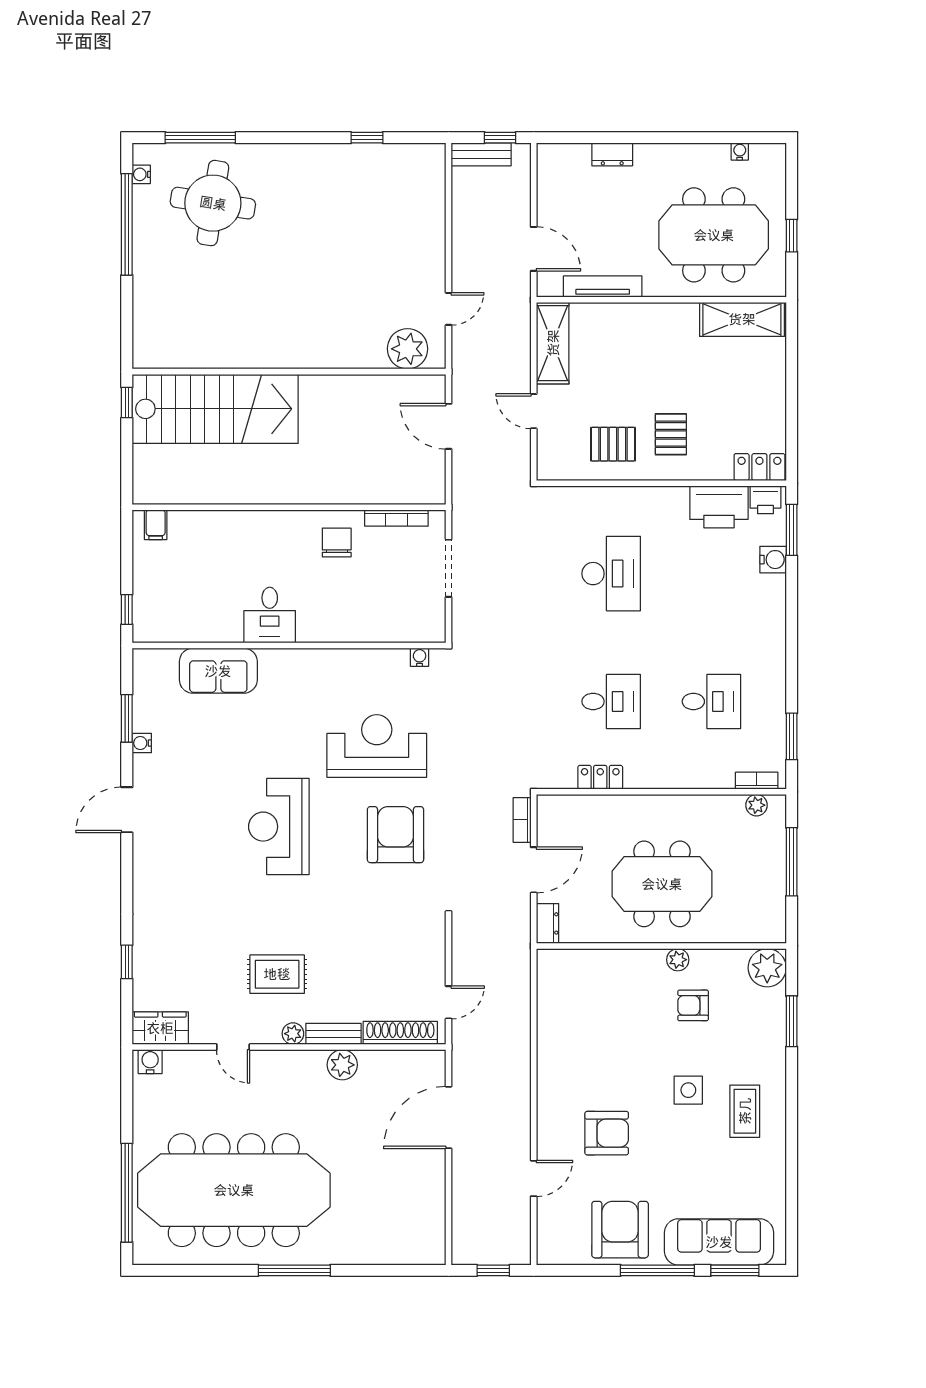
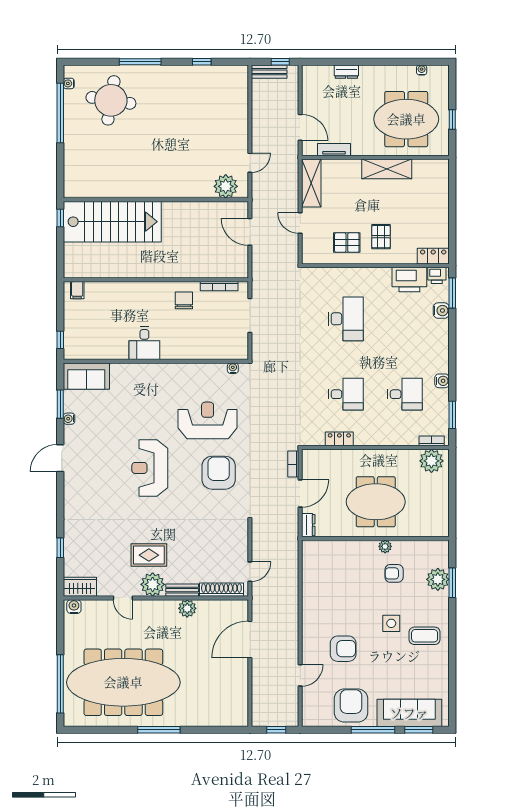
window: (200, 138) -> (140, 62), moved
tv unit: (603, 287) -> (334, 150), width x0.71
shelving: (742, 319) -> (387, 169), moved
sofa: (218, 671) -> (86, 376), moved
water cooler: (774, 679) -> (442, 381), added
plant: (756, 805) -> (431, 461), width x1.88, depth x1.88
window: (792, 862) -> (452, 489), removed
plant: (767, 968) -> (438, 579), moved
plant: (293, 1034) -> (153, 584), width x1.88, depth x1.88
coffee table: (745, 1111) -> (425, 636), turned 90

